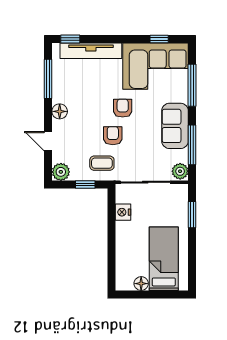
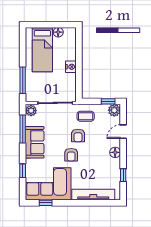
window: (70, 39) -> (108, 203), removed
window: (48, 79) -> (123, 175), width x0.46
window: (192, 85) -> (23, 171), width x0.46
door: (48, 141) -> (123, 132), swing flipped
window: (85, 185) -> (108, 101), moved
nightstand: (123, 212) -> (71, 67), moved
window: (192, 215) -> (23, 80), width x1.44

